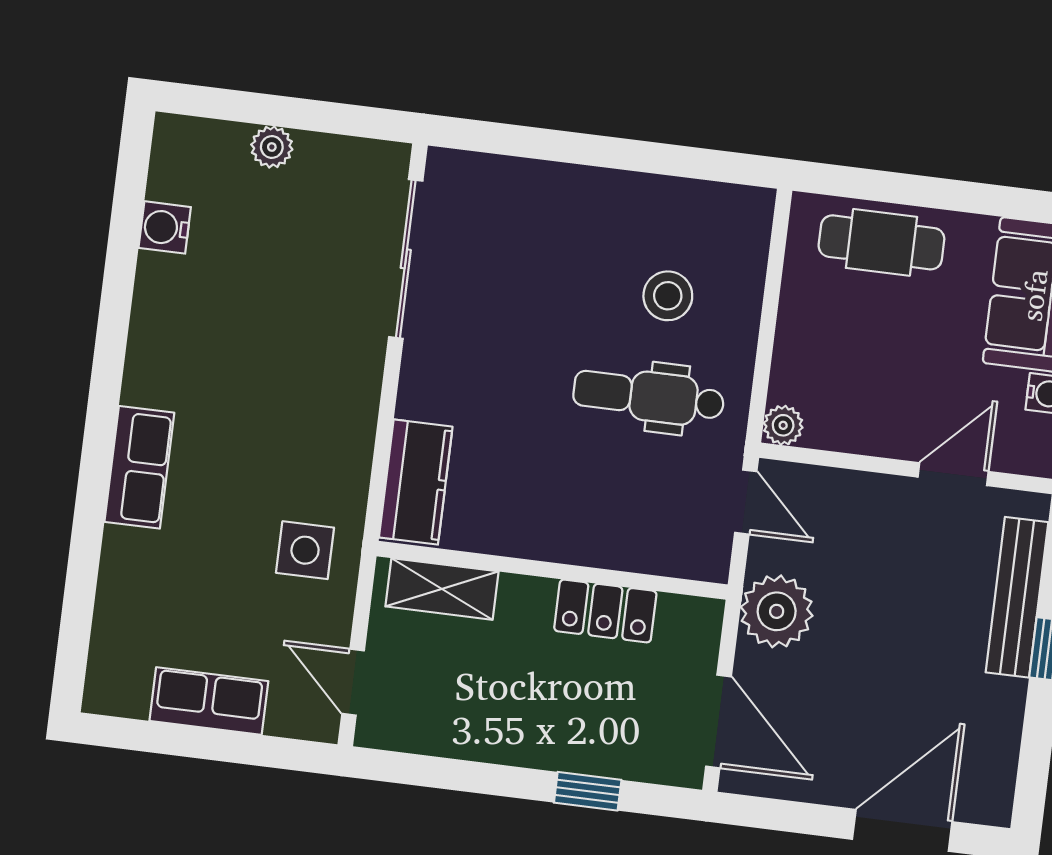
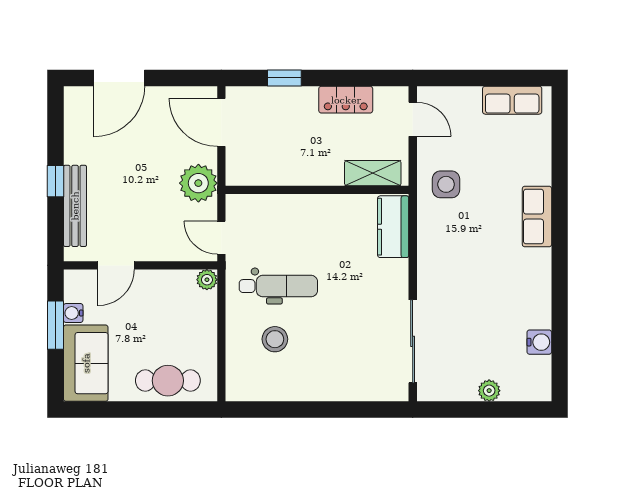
locker: (605, 611) -> (346, 100), moved, turned 180
row of seats: (209, 701) -> (512, 100), moved

